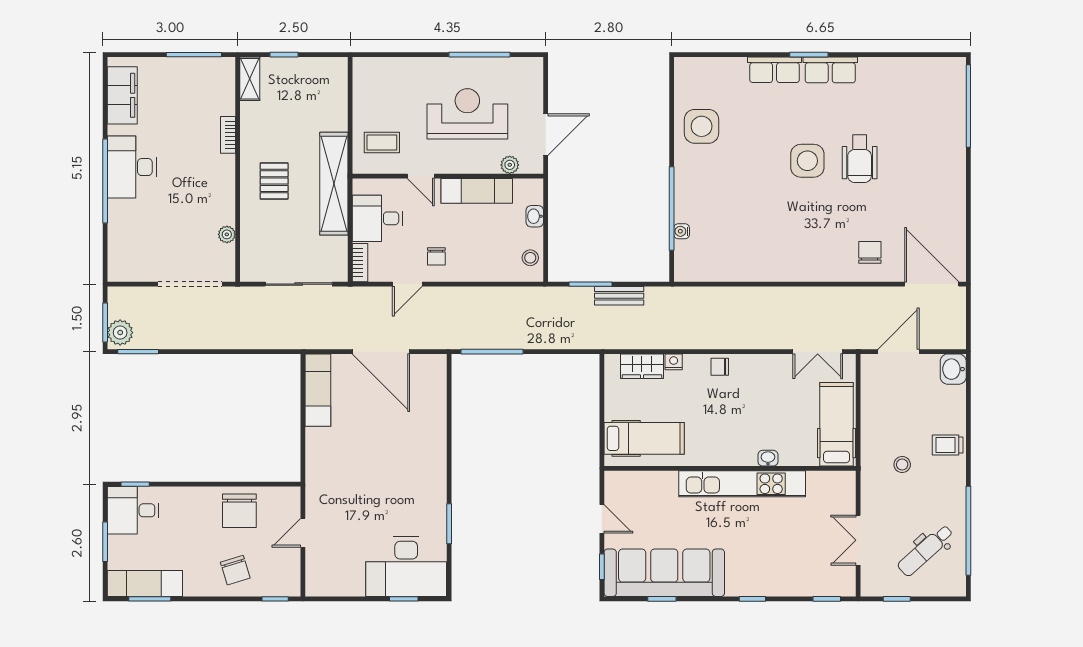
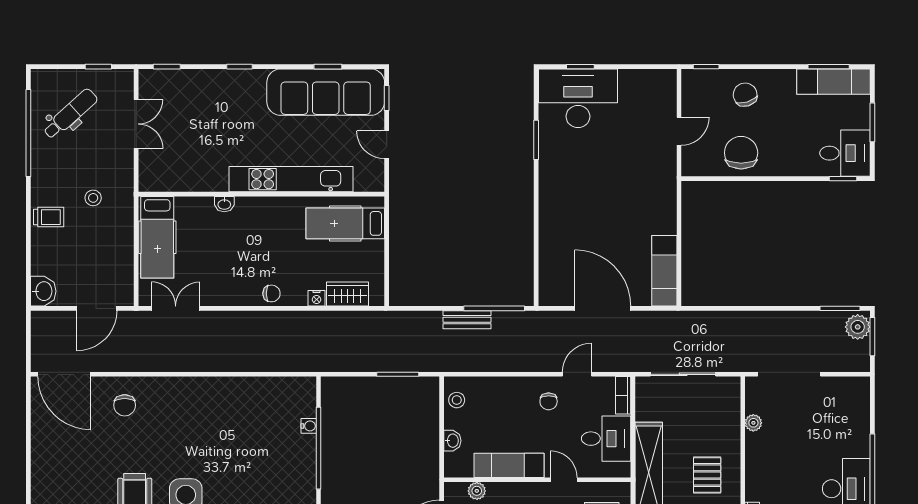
chair: (436, 256) -> (549, 401), turned 180
bench: (619, 296) -> (467, 320), moved
kitchen unit: (742, 484) -> (291, 179), moved

